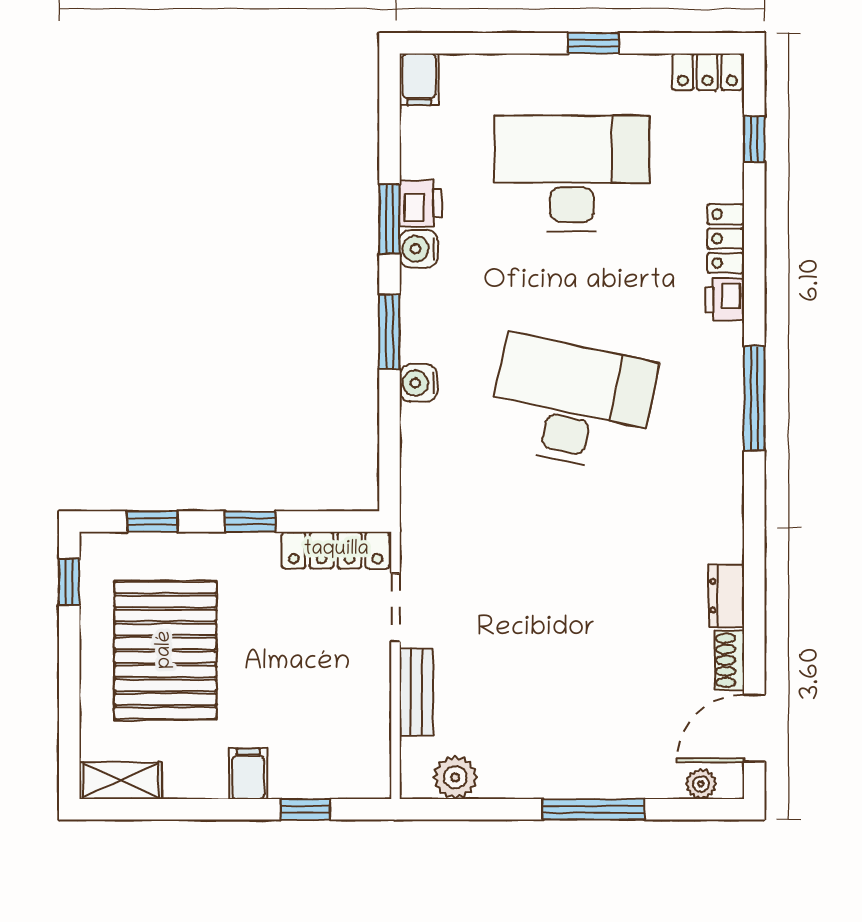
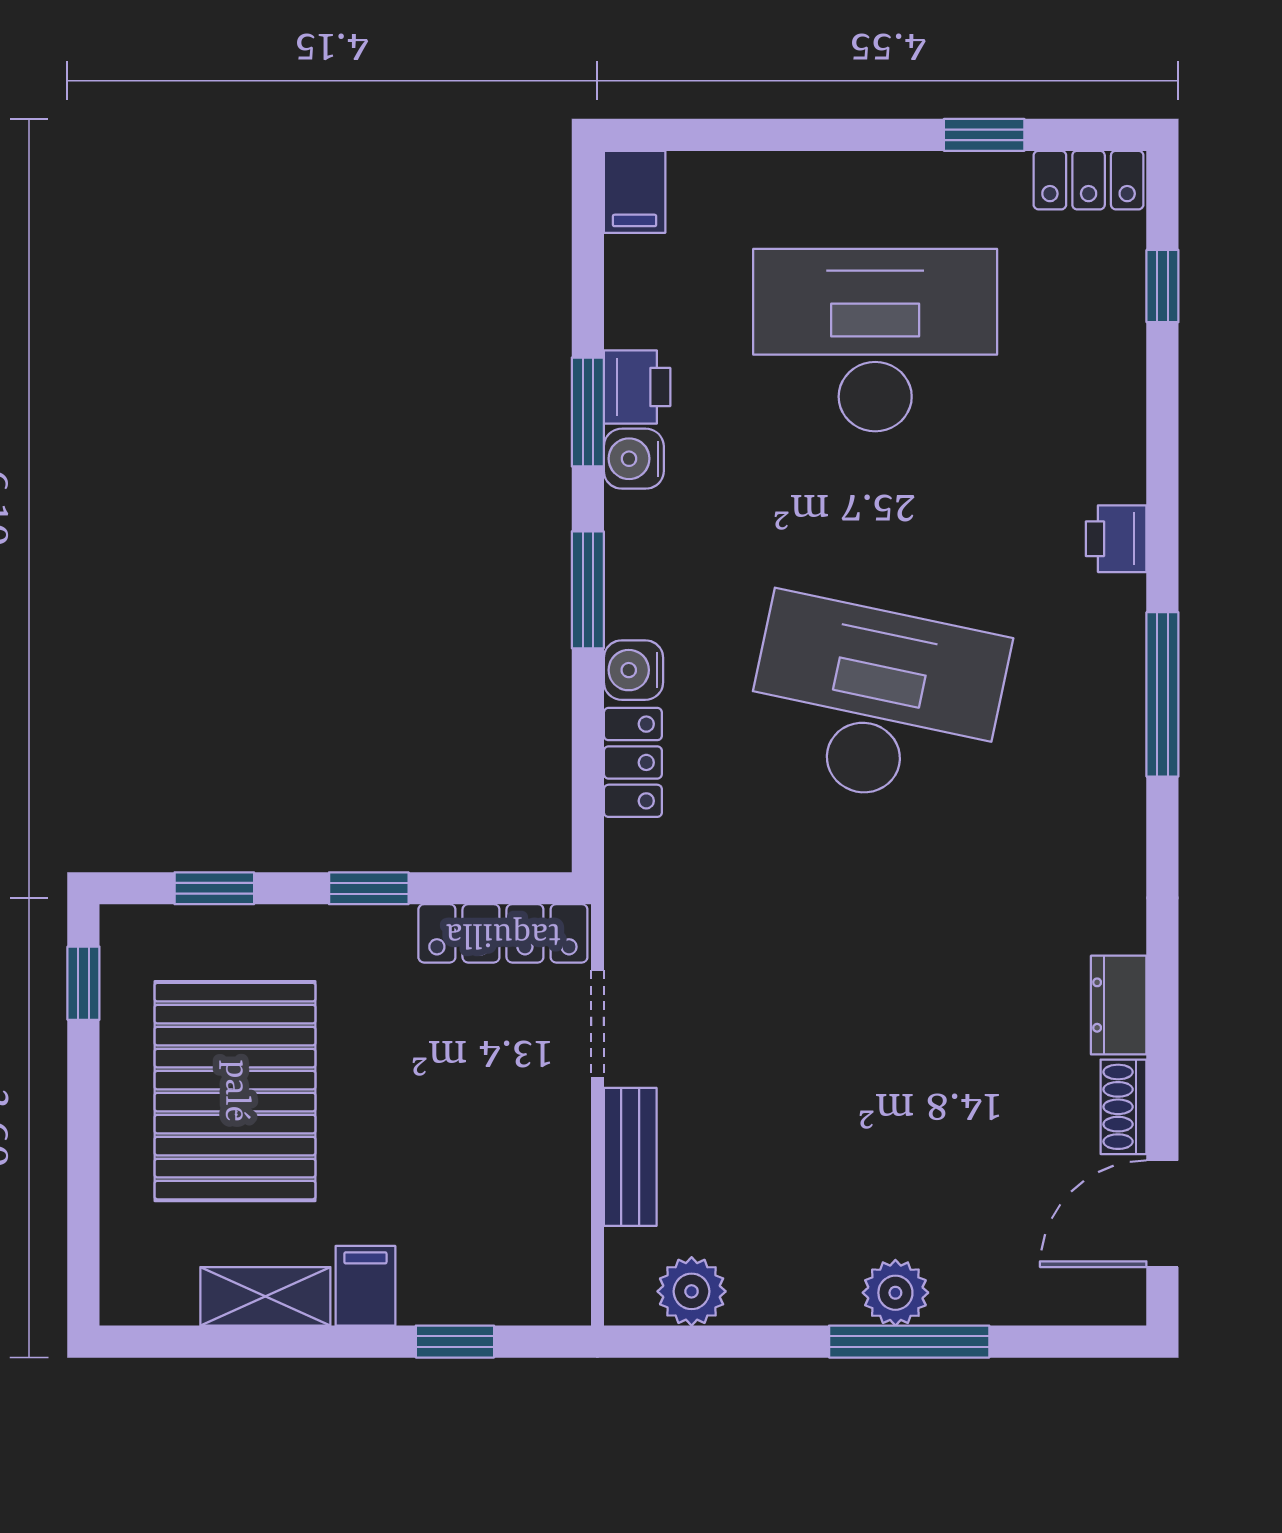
window: (593, 43) -> (984, 135), moved
locker: (726, 239) -> (633, 762), moved, turned 180
shelving: (121, 781) -> (265, 1296), moved
plant: (701, 784) -> (895, 1293), moved, width x1.38, depth x1.38

